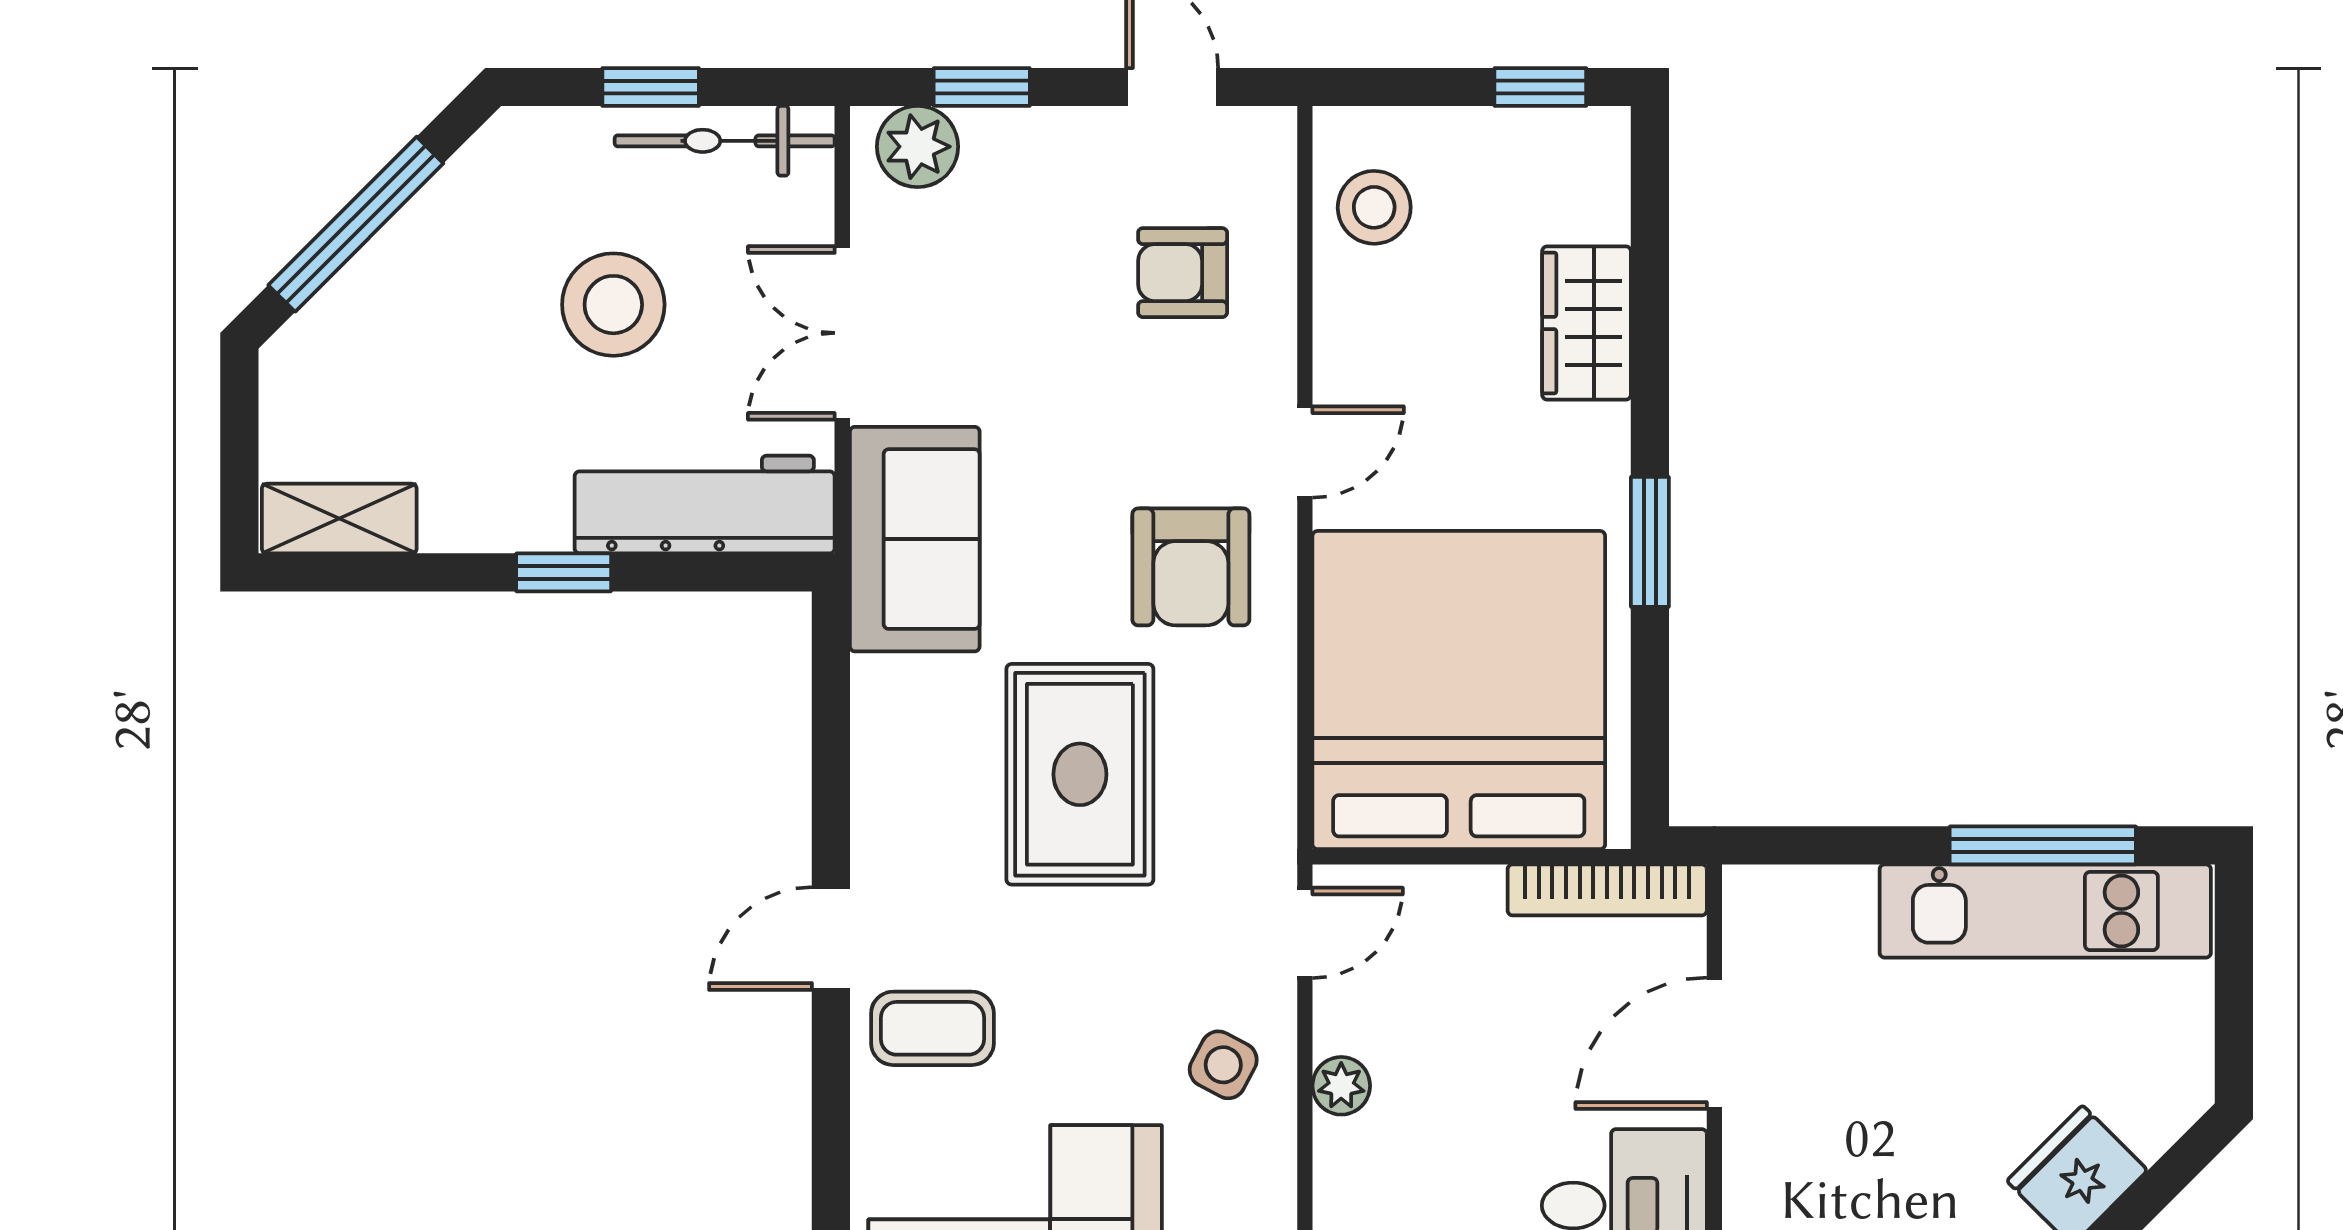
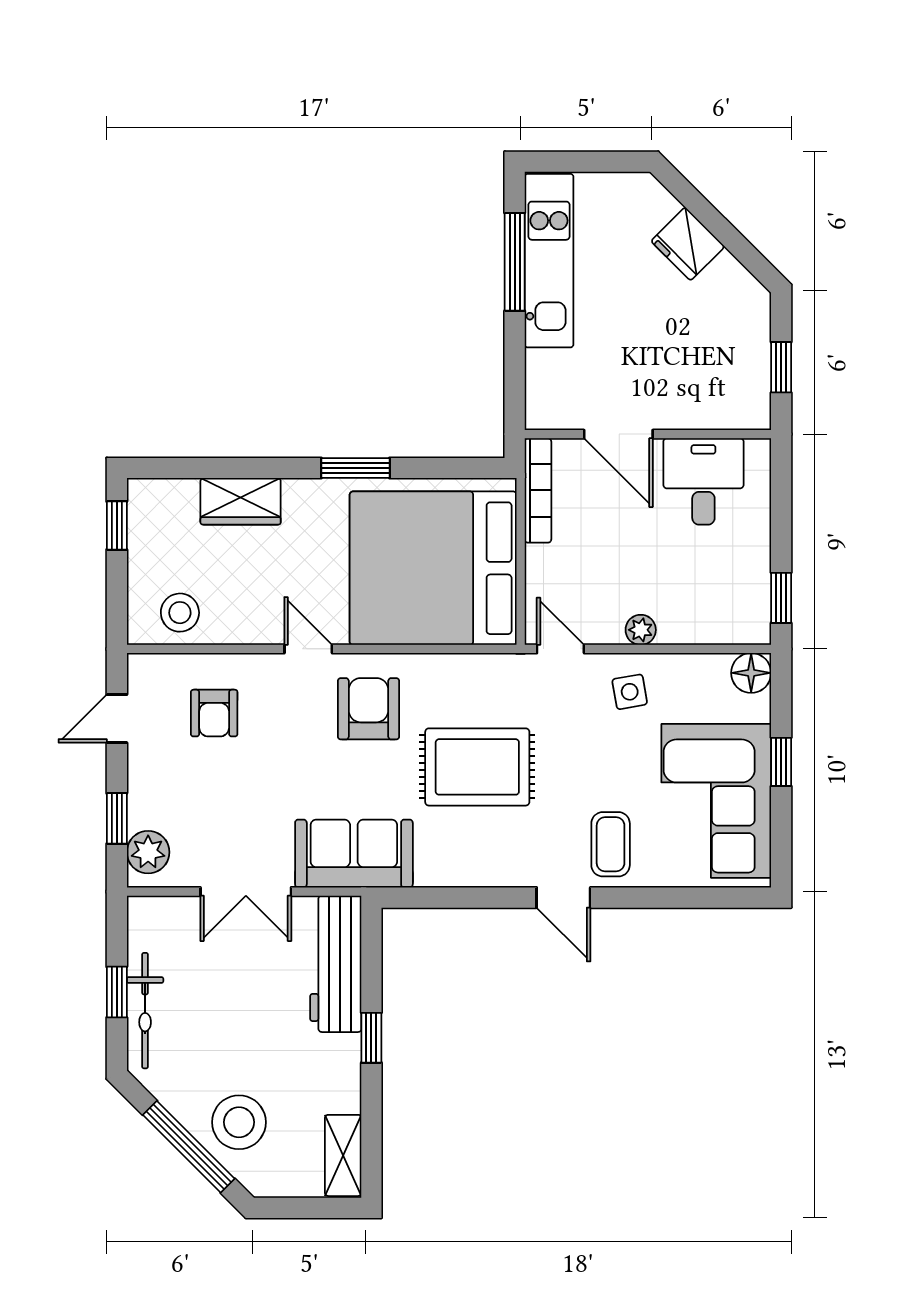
bicycle: (725, 141) -> (145, 1011), moved
stool: (613, 305) -> (239, 1122), moved
armchair: (1191, 567) -> (369, 709), turned -90
side table: (1223, 1065) -> (630, 692), turned -38

